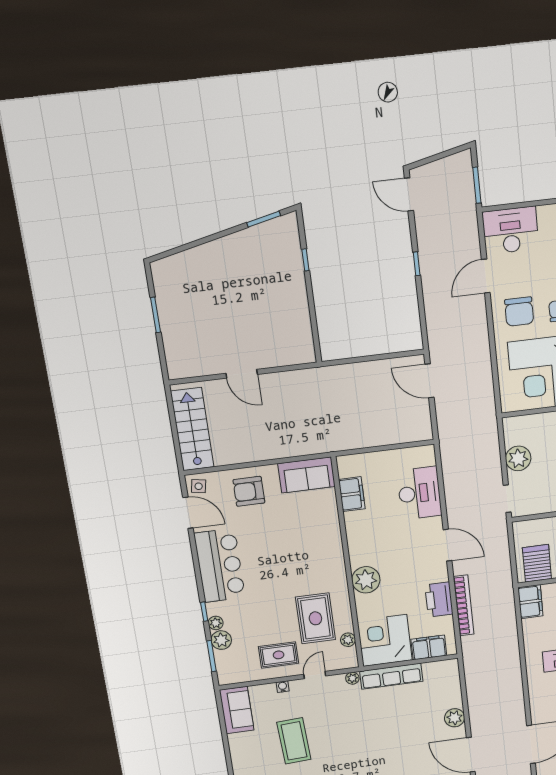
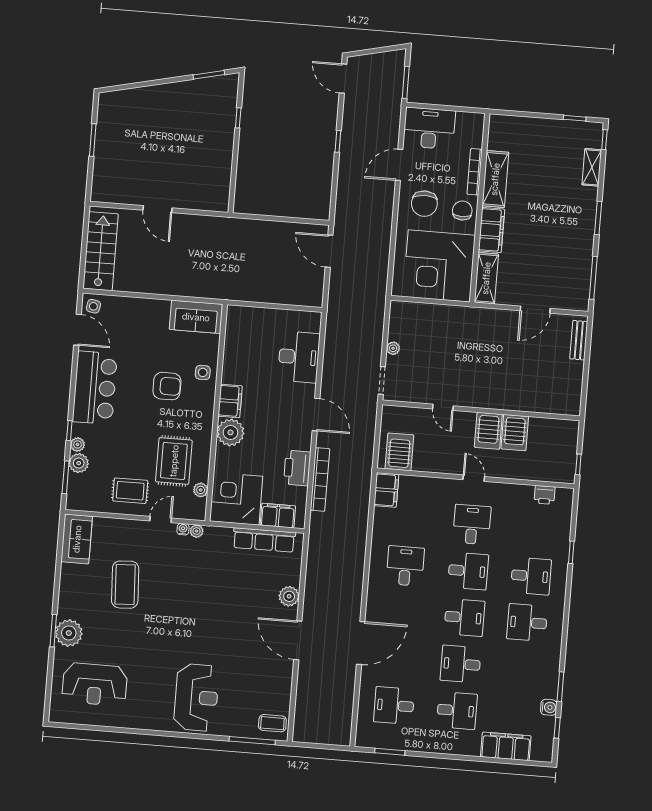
plant: (518, 458) -> (393, 348), width x0.53, depth x0.53
armchair: (249, 491) -> (167, 386), moved, turned 180
filing cabinet: (352, 494) -> (230, 401), moved
side table: (325, 528) -> (203, 372), added
row of seats: (391, 676) -> (264, 540), moved
water cooler: (283, 687) -> (183, 529), moved

